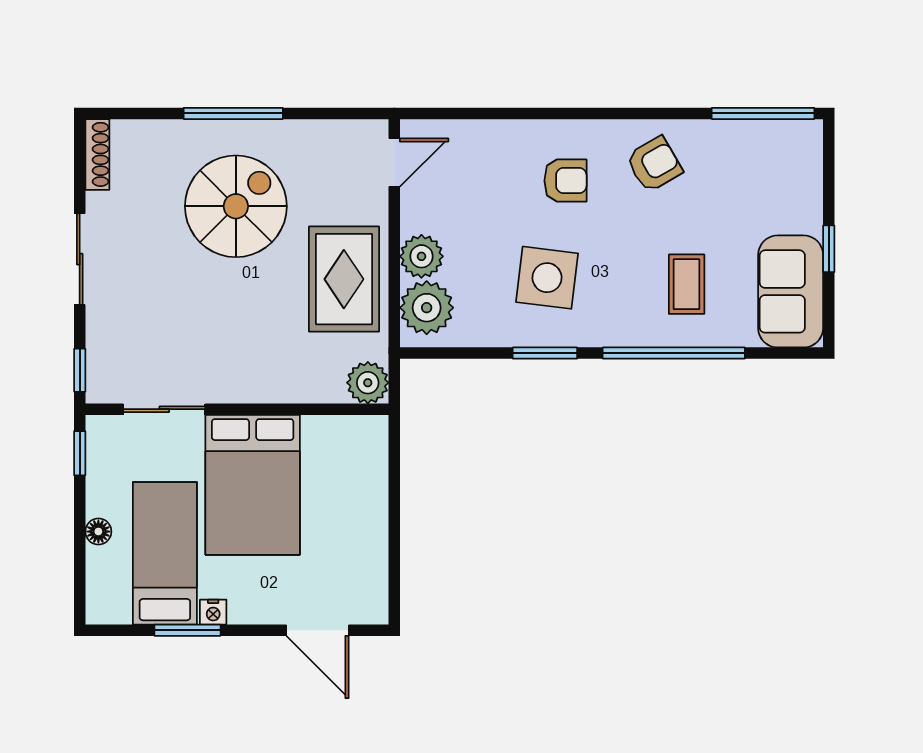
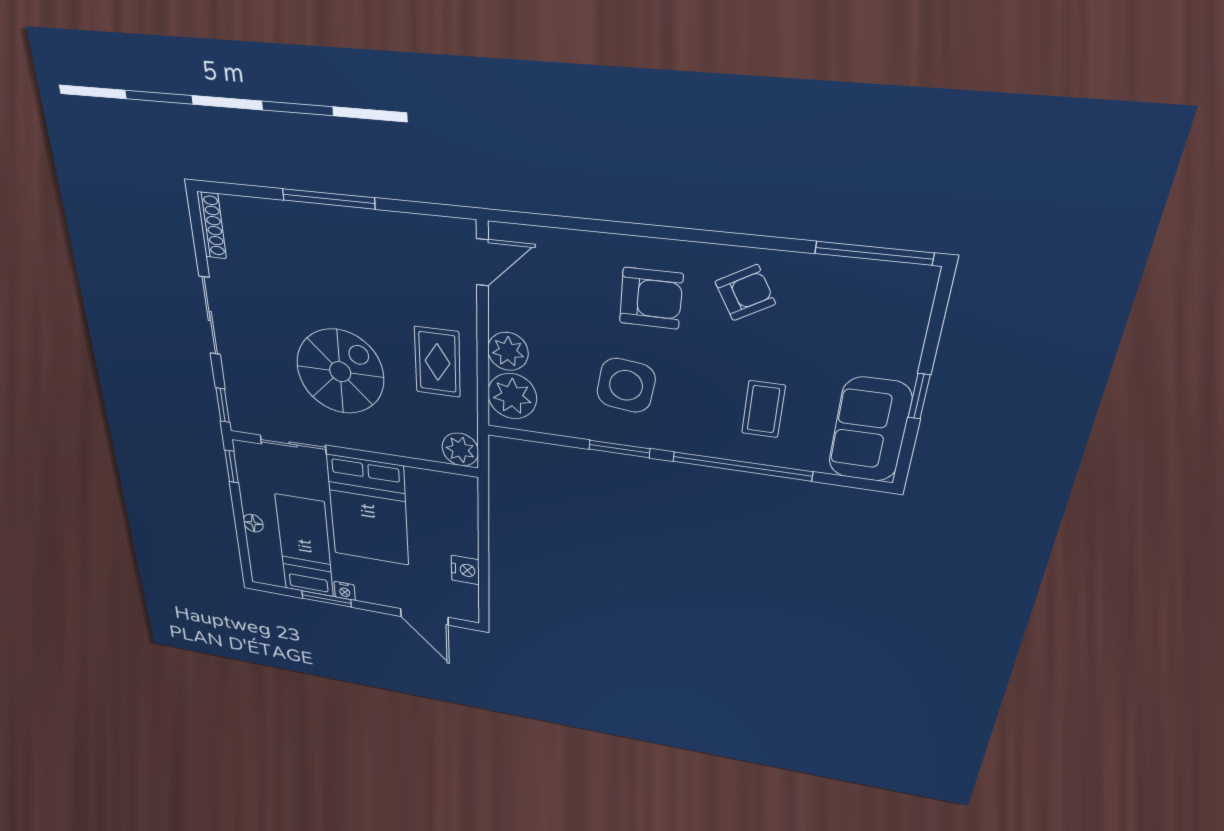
armchair: (565, 181) -> (651, 298), width x1.38, depth x1.38
spiral stairs: (236, 206) -> (340, 372), moved
rug: (344, 279) -> (437, 362), width x0.73, depth x0.70
nightstand: (372, 547) -> (465, 570), added

